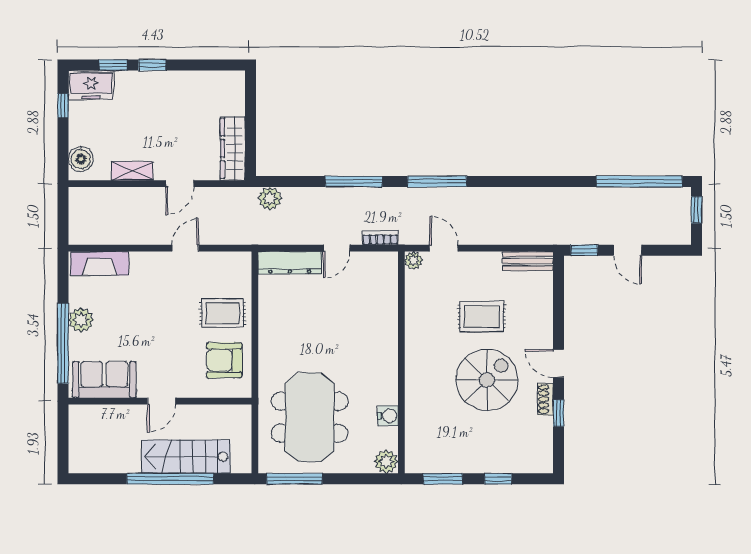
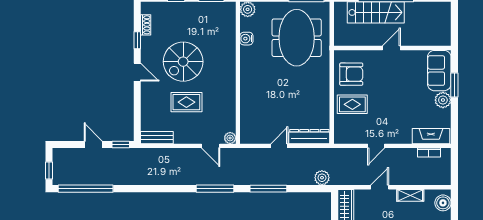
bookcase: (380, 238) -> (429, 152), moved
window: (63, 343) -> (454, 85), width x0.47
sofa: (104, 380) -> (439, 71), moved, turned 90
shoe rack: (545, 399) -> (146, 25), moved

